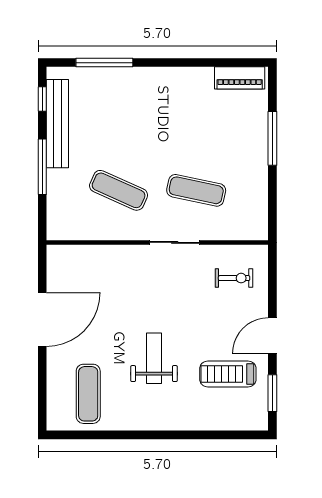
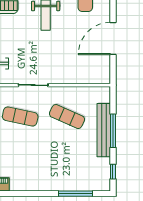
bench: (57, 124) -> (104, 130), moved

